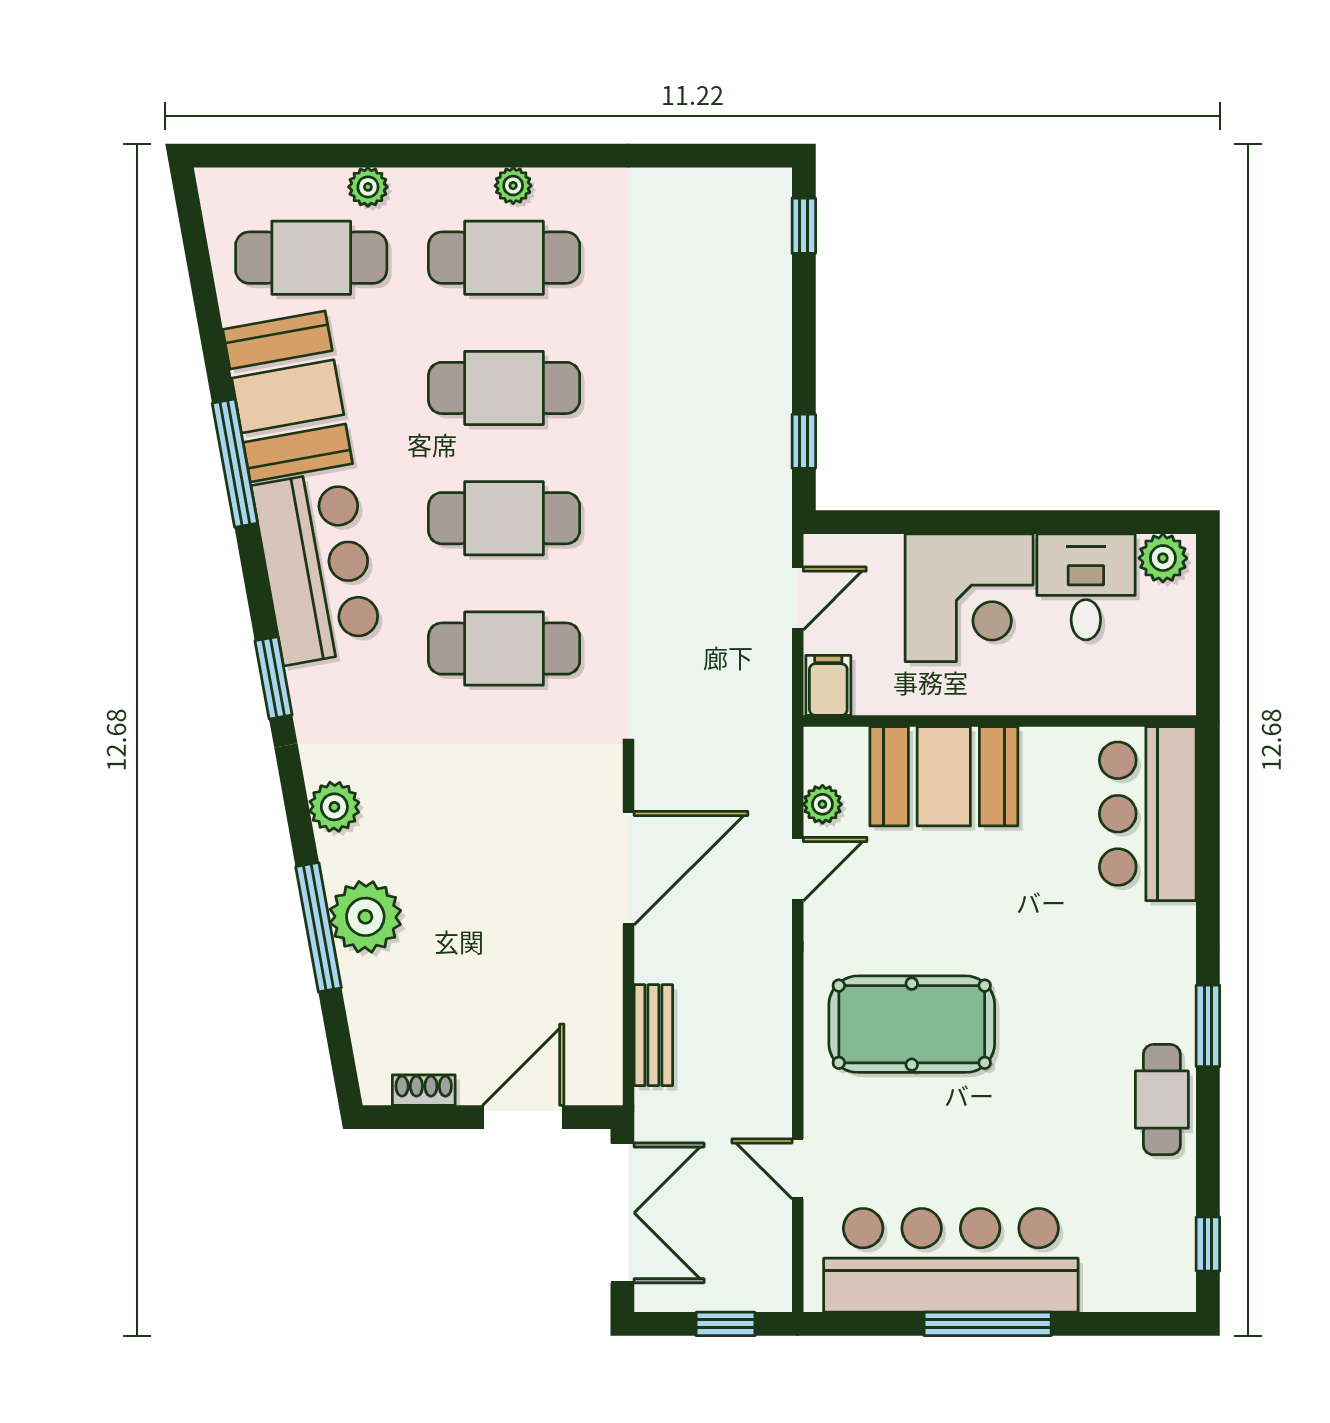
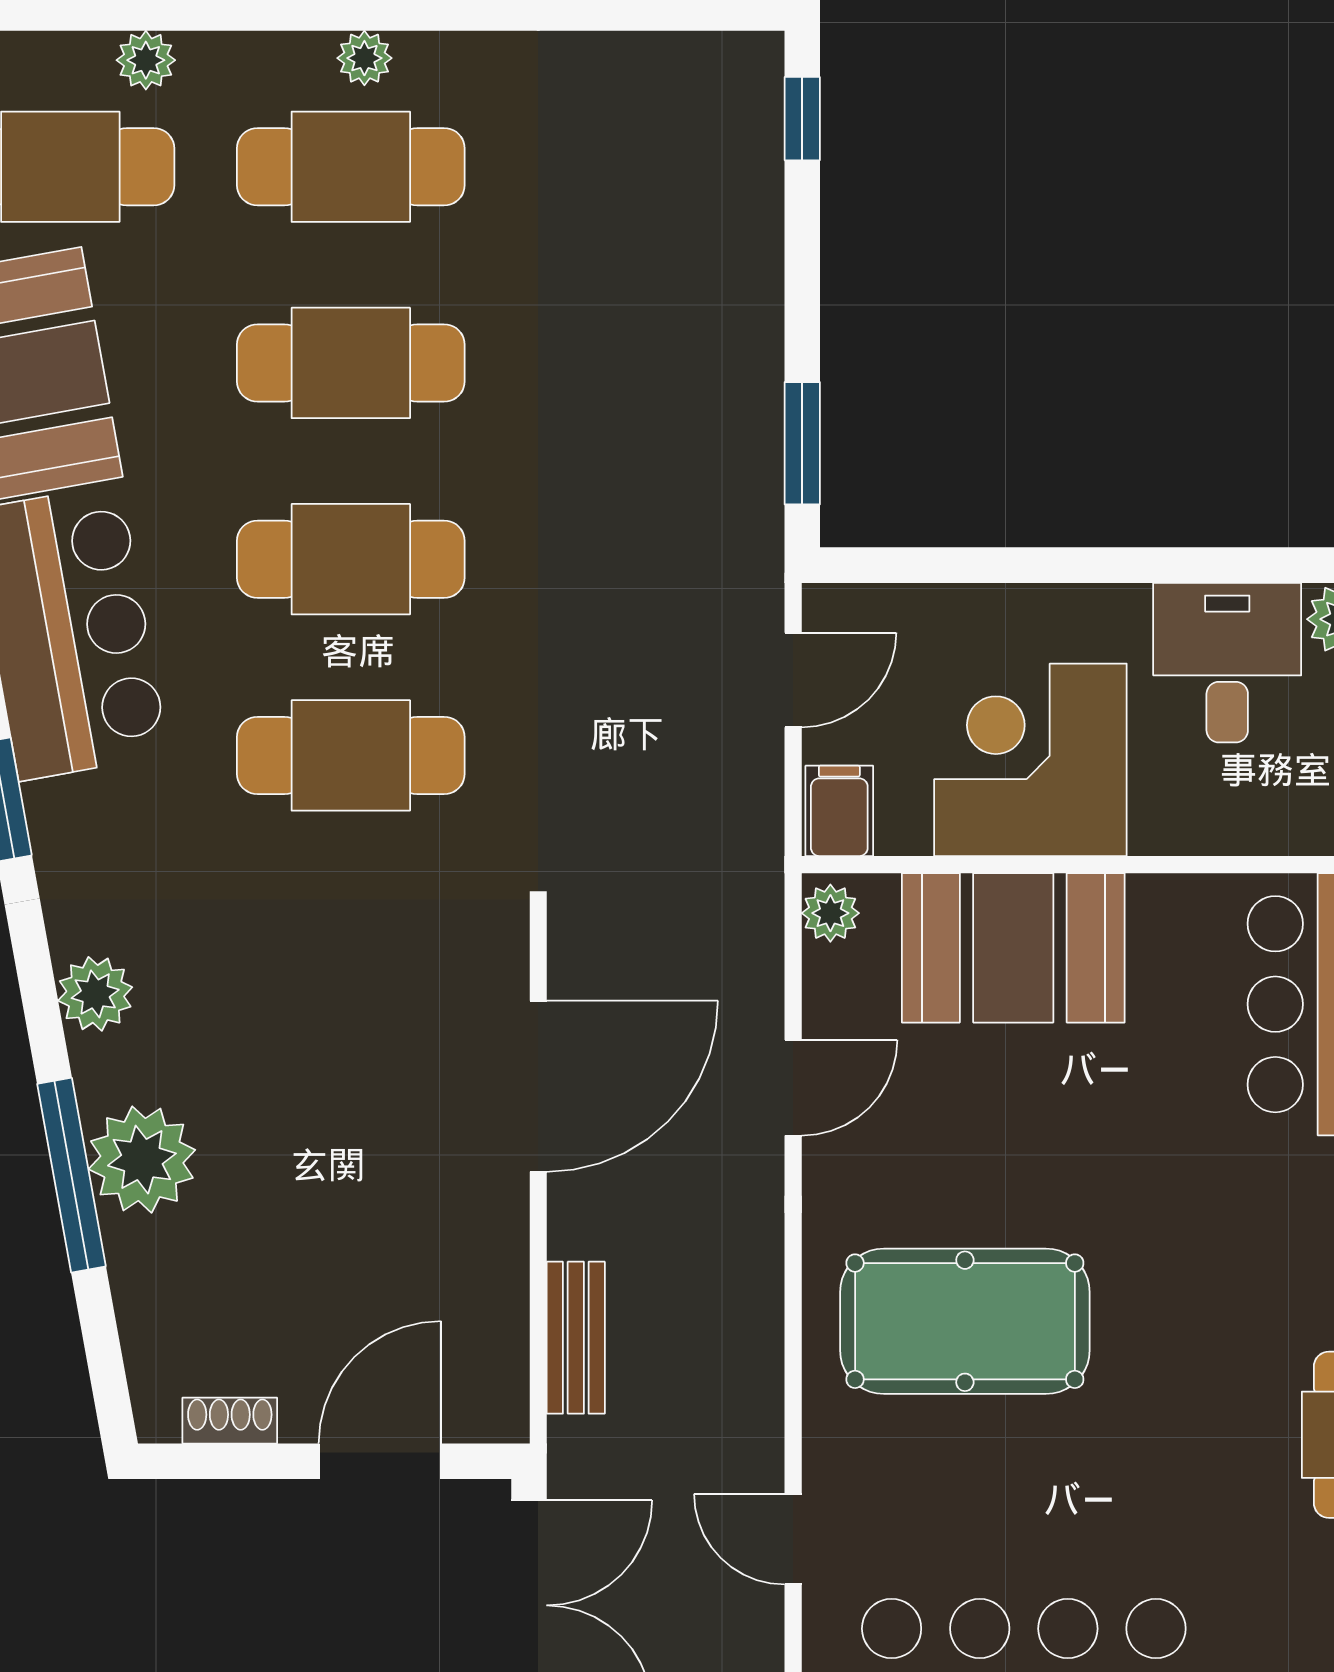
window: (804, 441) -> (802, 443), width x1.50
corner desk: (969, 598) -> (1030, 760), moved, turned 180
plant: (822, 804) -> (830, 913), moved

